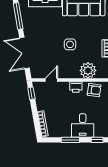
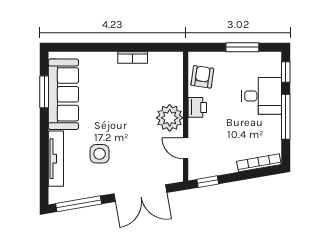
side table: (70, 44) -> (100, 154), moved
plant: (88, 70) -> (170, 118), moved
window: (70, 140) -> (286, 117), width x1.44

